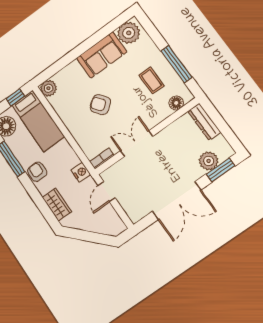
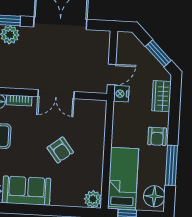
bookcase: (102, 159) -> (19, 100), moved
nightstand: (81, 172) -> (121, 94), moved
window: (84, 235) -> (158, 53), added

